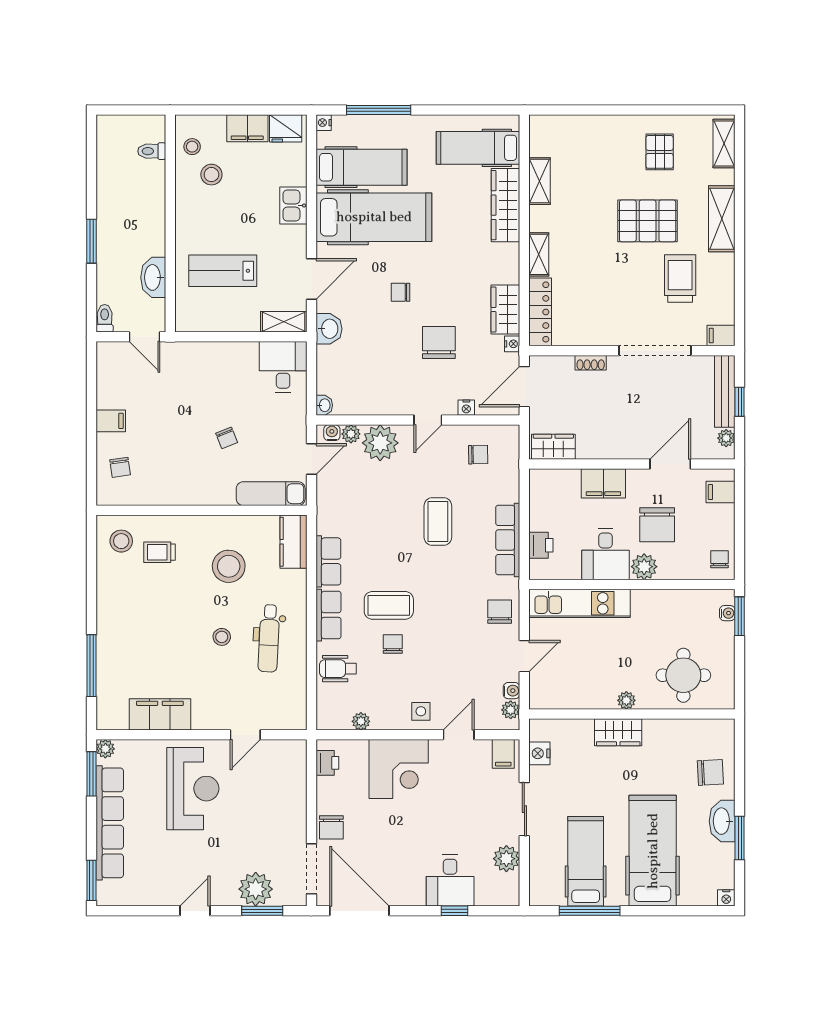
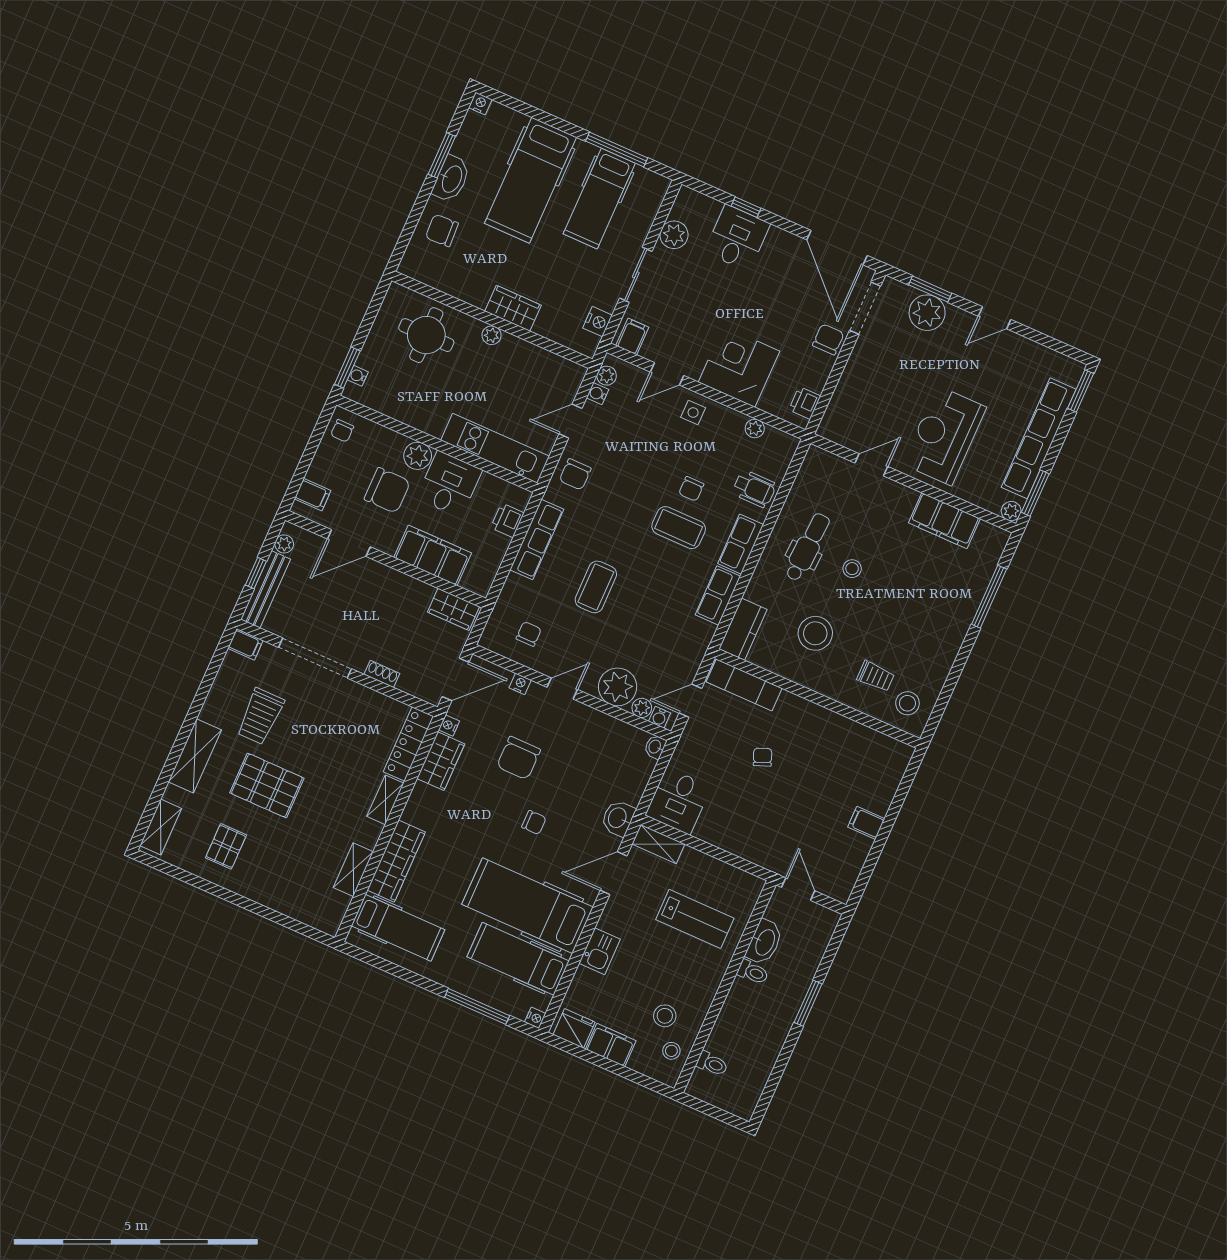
toilet: (105, 318) -> (753, 972), moved, turned -90
chair: (478, 455) -> (529, 634), turned 91
chair: (120, 467) -> (877, 774), removed
filing cabinet: (603, 483) -> (433, 555), width x1.50, depth x1.17
chair: (657, 525) -> (387, 490), turned 90

